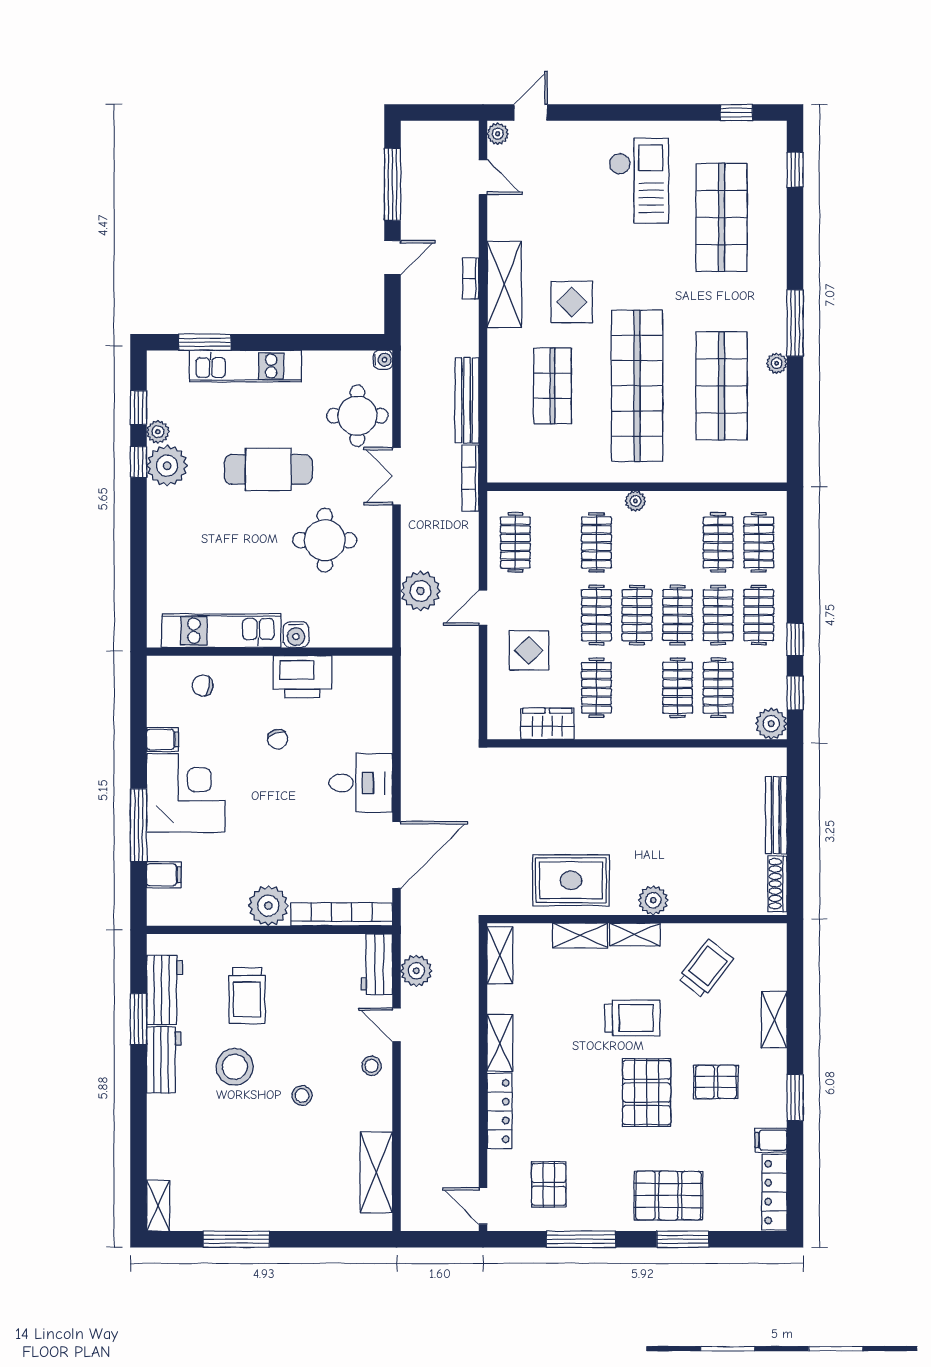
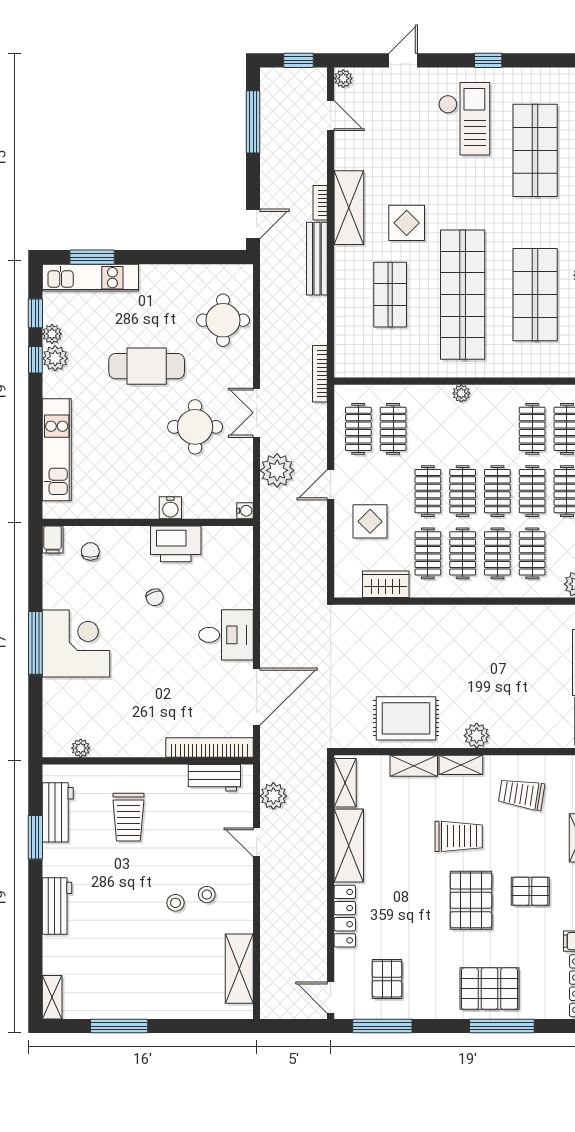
window: (446, 113) -> (299, 60), added
door: (531, 113) -> (403, 60), moved
window: (736, 113) -> (488, 60), moved
door: (392, 258) -> (253, 224), moved
water cooler: (383, 360) -> (245, 511), moved
kitchen unit: (245, 366) -> (90, 278), moved
bench: (467, 400) -> (317, 259), moved
plant: (167, 466) -> (55, 358), width x0.73, depth x0.73
double door: (397, 476) -> (257, 413), moved
clothes rail: (596, 542) -> (393, 429), moved
kitchen unit: (221, 631) -> (57, 450), moved, turned 90
chair: (203, 685) -> (90, 551), turned 79
clothes rail: (637, 688) -> (463, 553), added
filing cabinet: (163, 740) -> (53, 540), moved, turned 90
window: (138, 825) -> (35, 643), moved
filing cabinet: (164, 875) -> (57, 714), removed
plant: (268, 906) -> (81, 748), moved, width x0.53, depth x0.53
workbench: (377, 964) -> (214, 778), moved, turned -90
trolley: (706, 969) -> (522, 794), turned -119
shelving: (500, 1043) -> (349, 845), width x1.50, depth x1.33
workbench: (164, 1060) -> (57, 906), moved
stool: (371, 1066) -> (207, 895), moved
stool: (235, 1067) -> (118, 878), removed
window: (581, 1239) -> (382, 1026), moved
window: (683, 1239) -> (502, 1026), width x1.44

